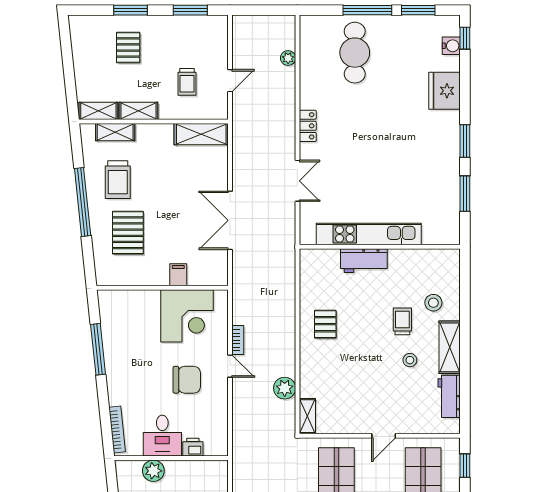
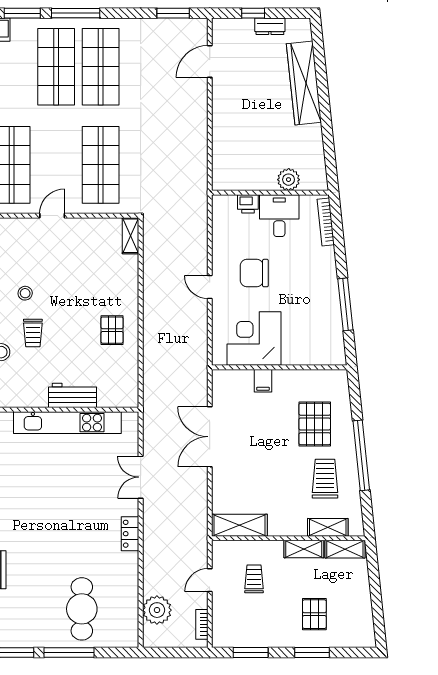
plant: (288, 58) -> (157, 610), width x1.88, depth x1.88
double door: (230, 220) -> (210, 437), swing flipped
bookcase: (238, 340) -> (202, 624), moved
plant: (285, 388) -> (154, 264), removed

